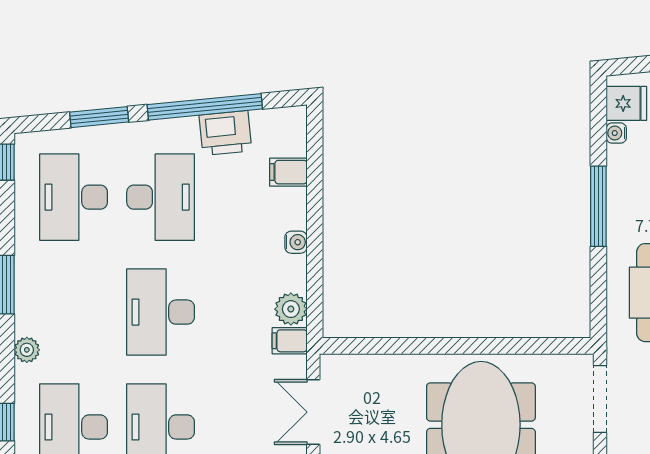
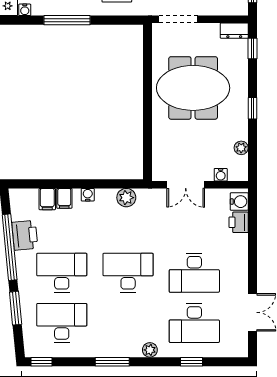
desk: (74, 197) -> (62, 323), turned 180
desk: (161, 312) -> (128, 273), turned 180
filing cabinet: (290, 341) -> (64, 198), moved

